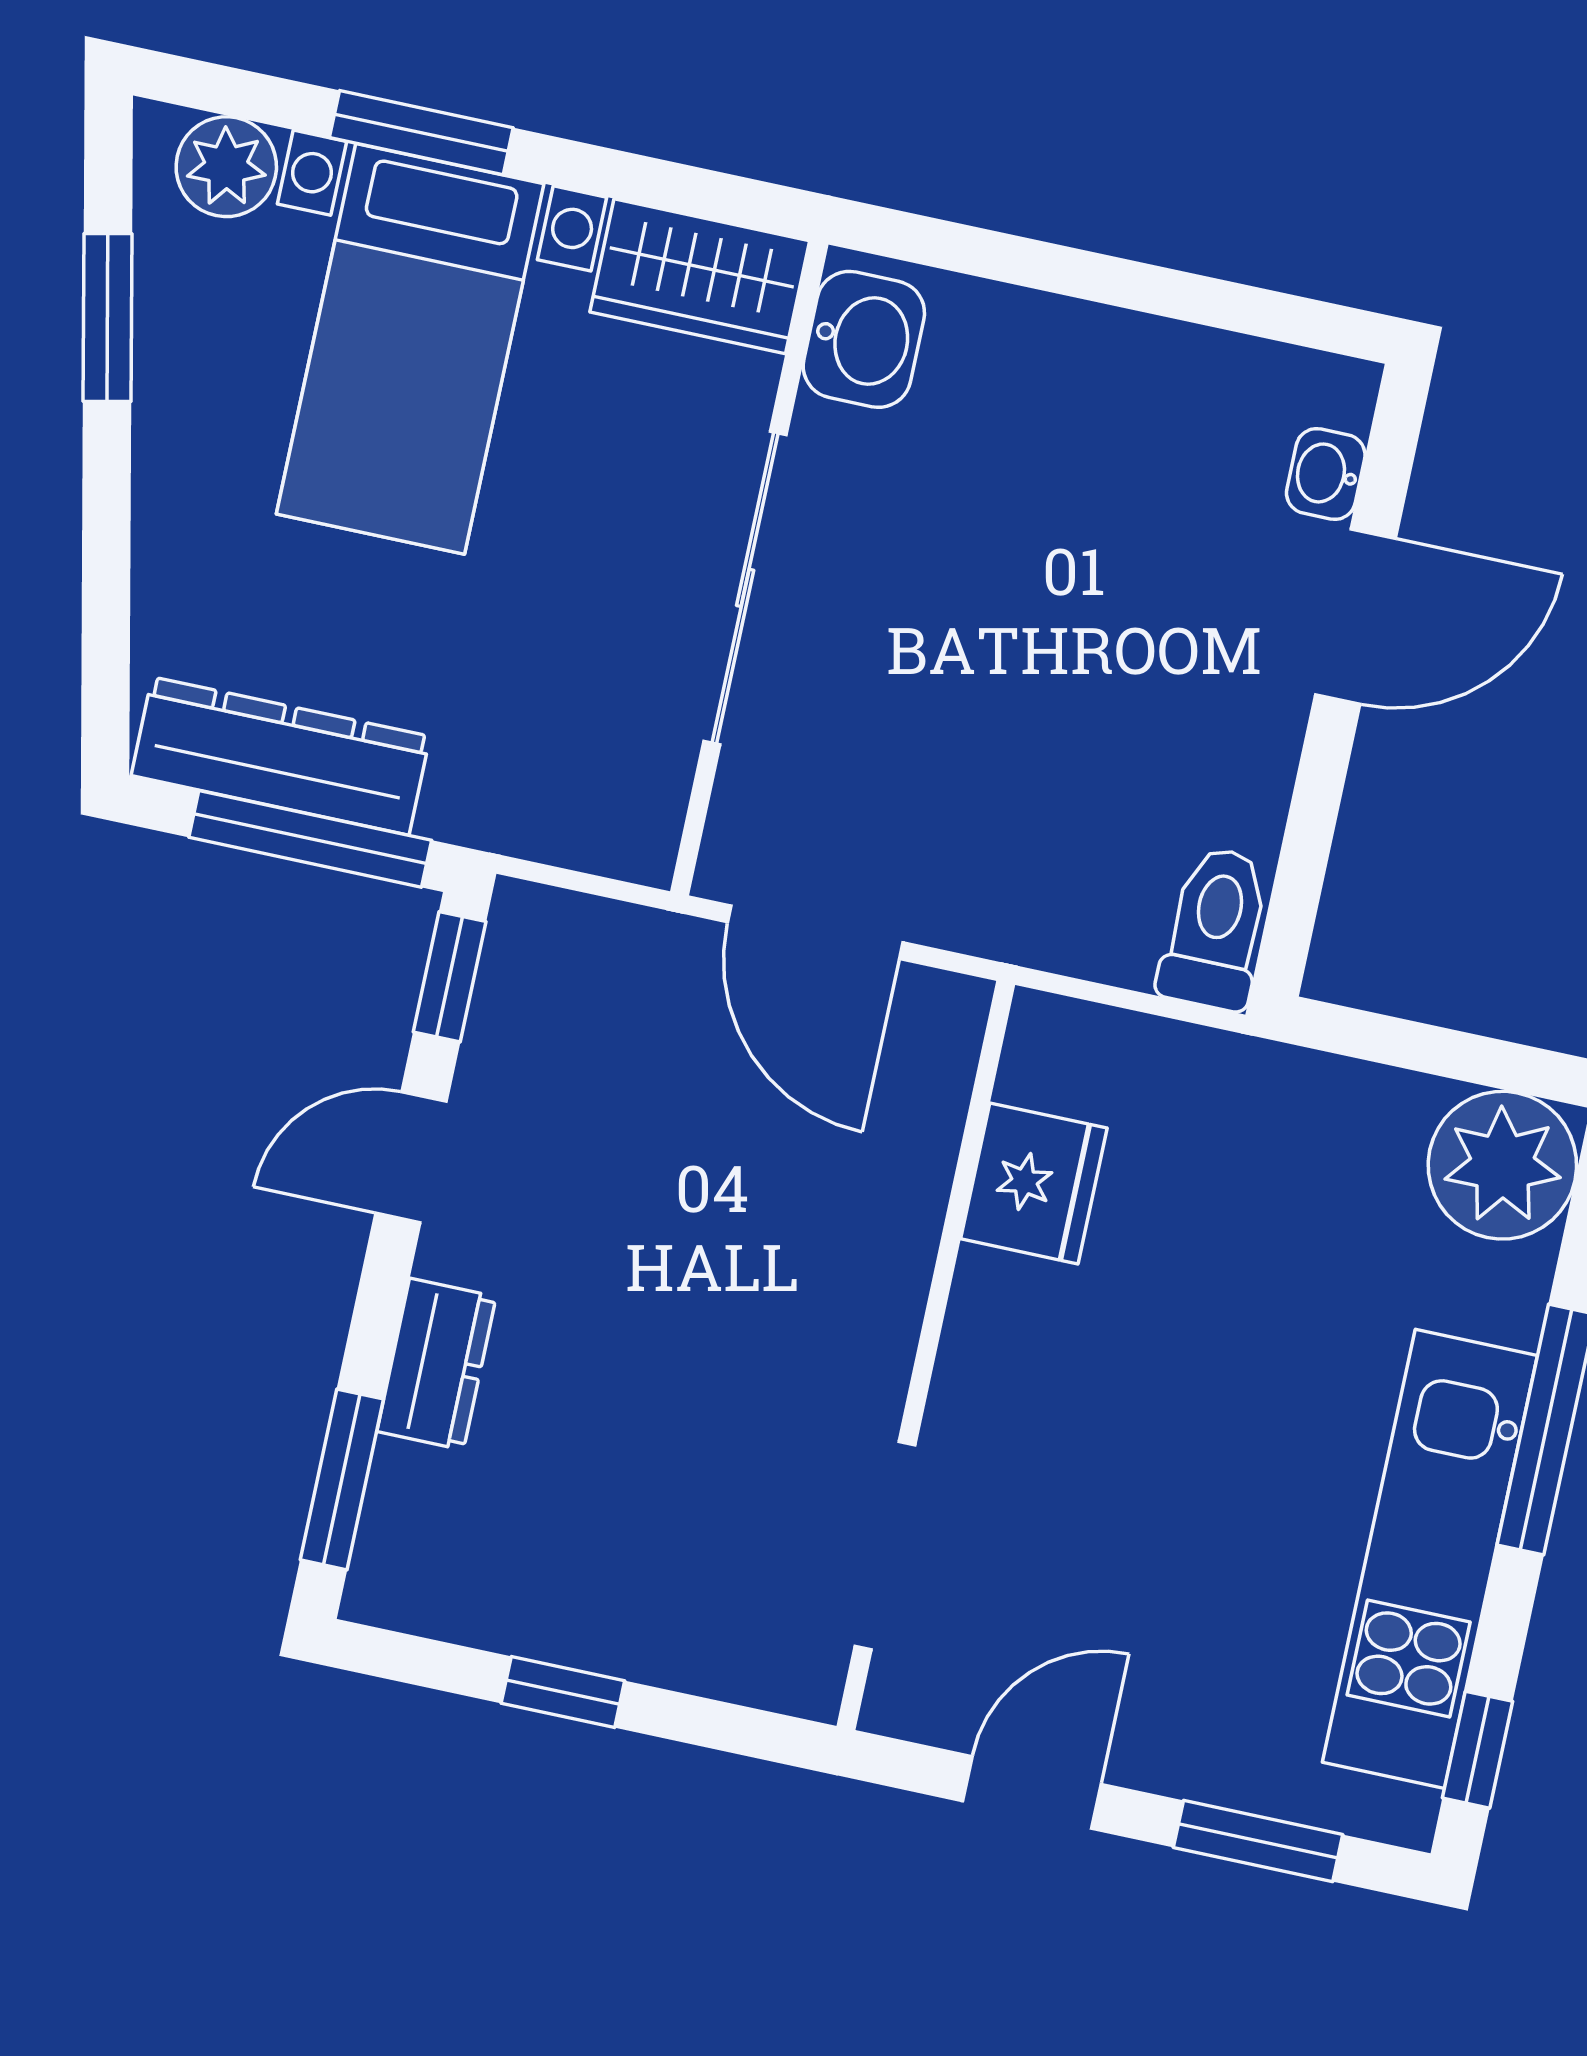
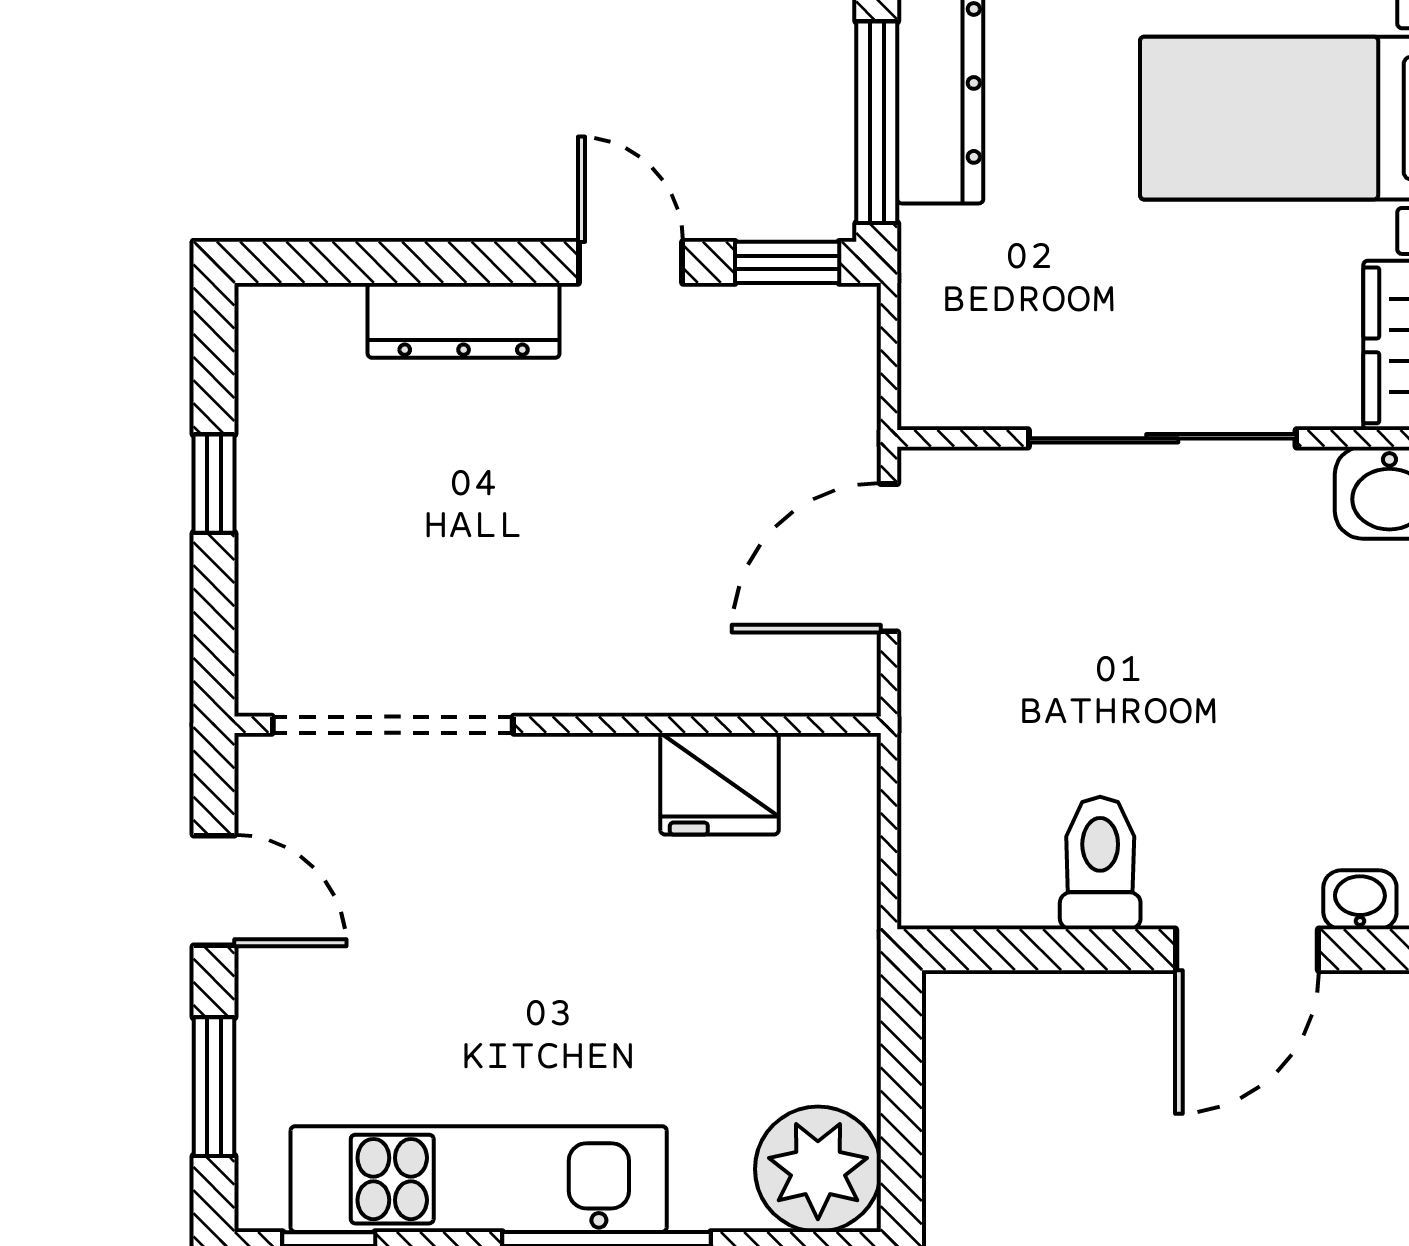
door: (1355, 616) -> (1247, 950), hinge flipped
toilet: (1215, 928) -> (1100, 863), moved, turned -90
dresser: (437, 1364) -> (464, 320), width x1.44
window: (342, 1479) -> (351, 262), removed
doorway: (885, 1546) -> (393, 725), width x1.36

